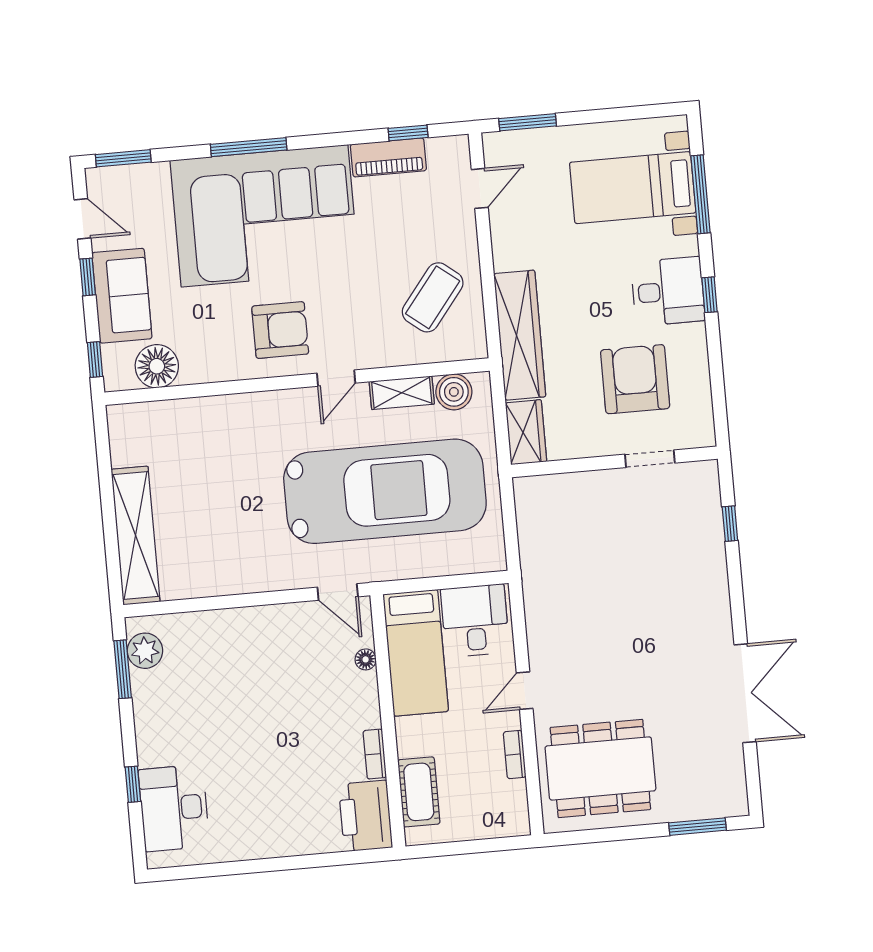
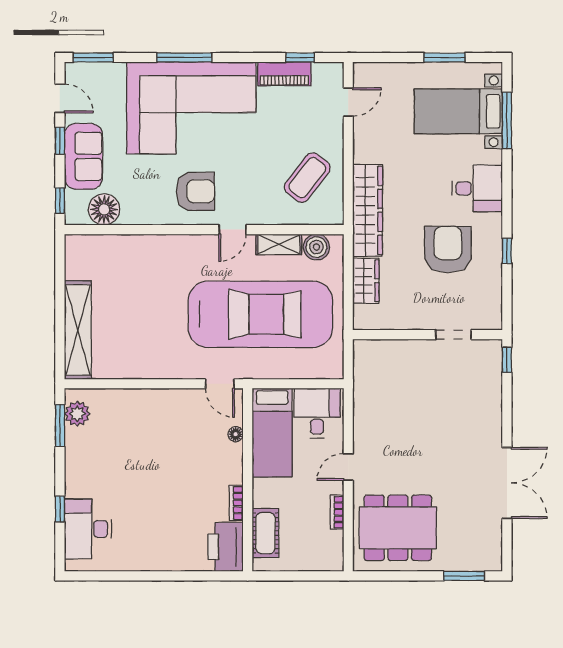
window: (528, 122) -> (445, 57), moved
window: (709, 295) -> (507, 251), moved
doorway: (650, 459) -> (453, 335), moved
wall: (614, 462) -> (428, 335), moved

